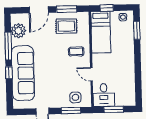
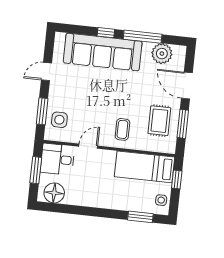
floor lamp: (128, 94) -> (54, 193), added

